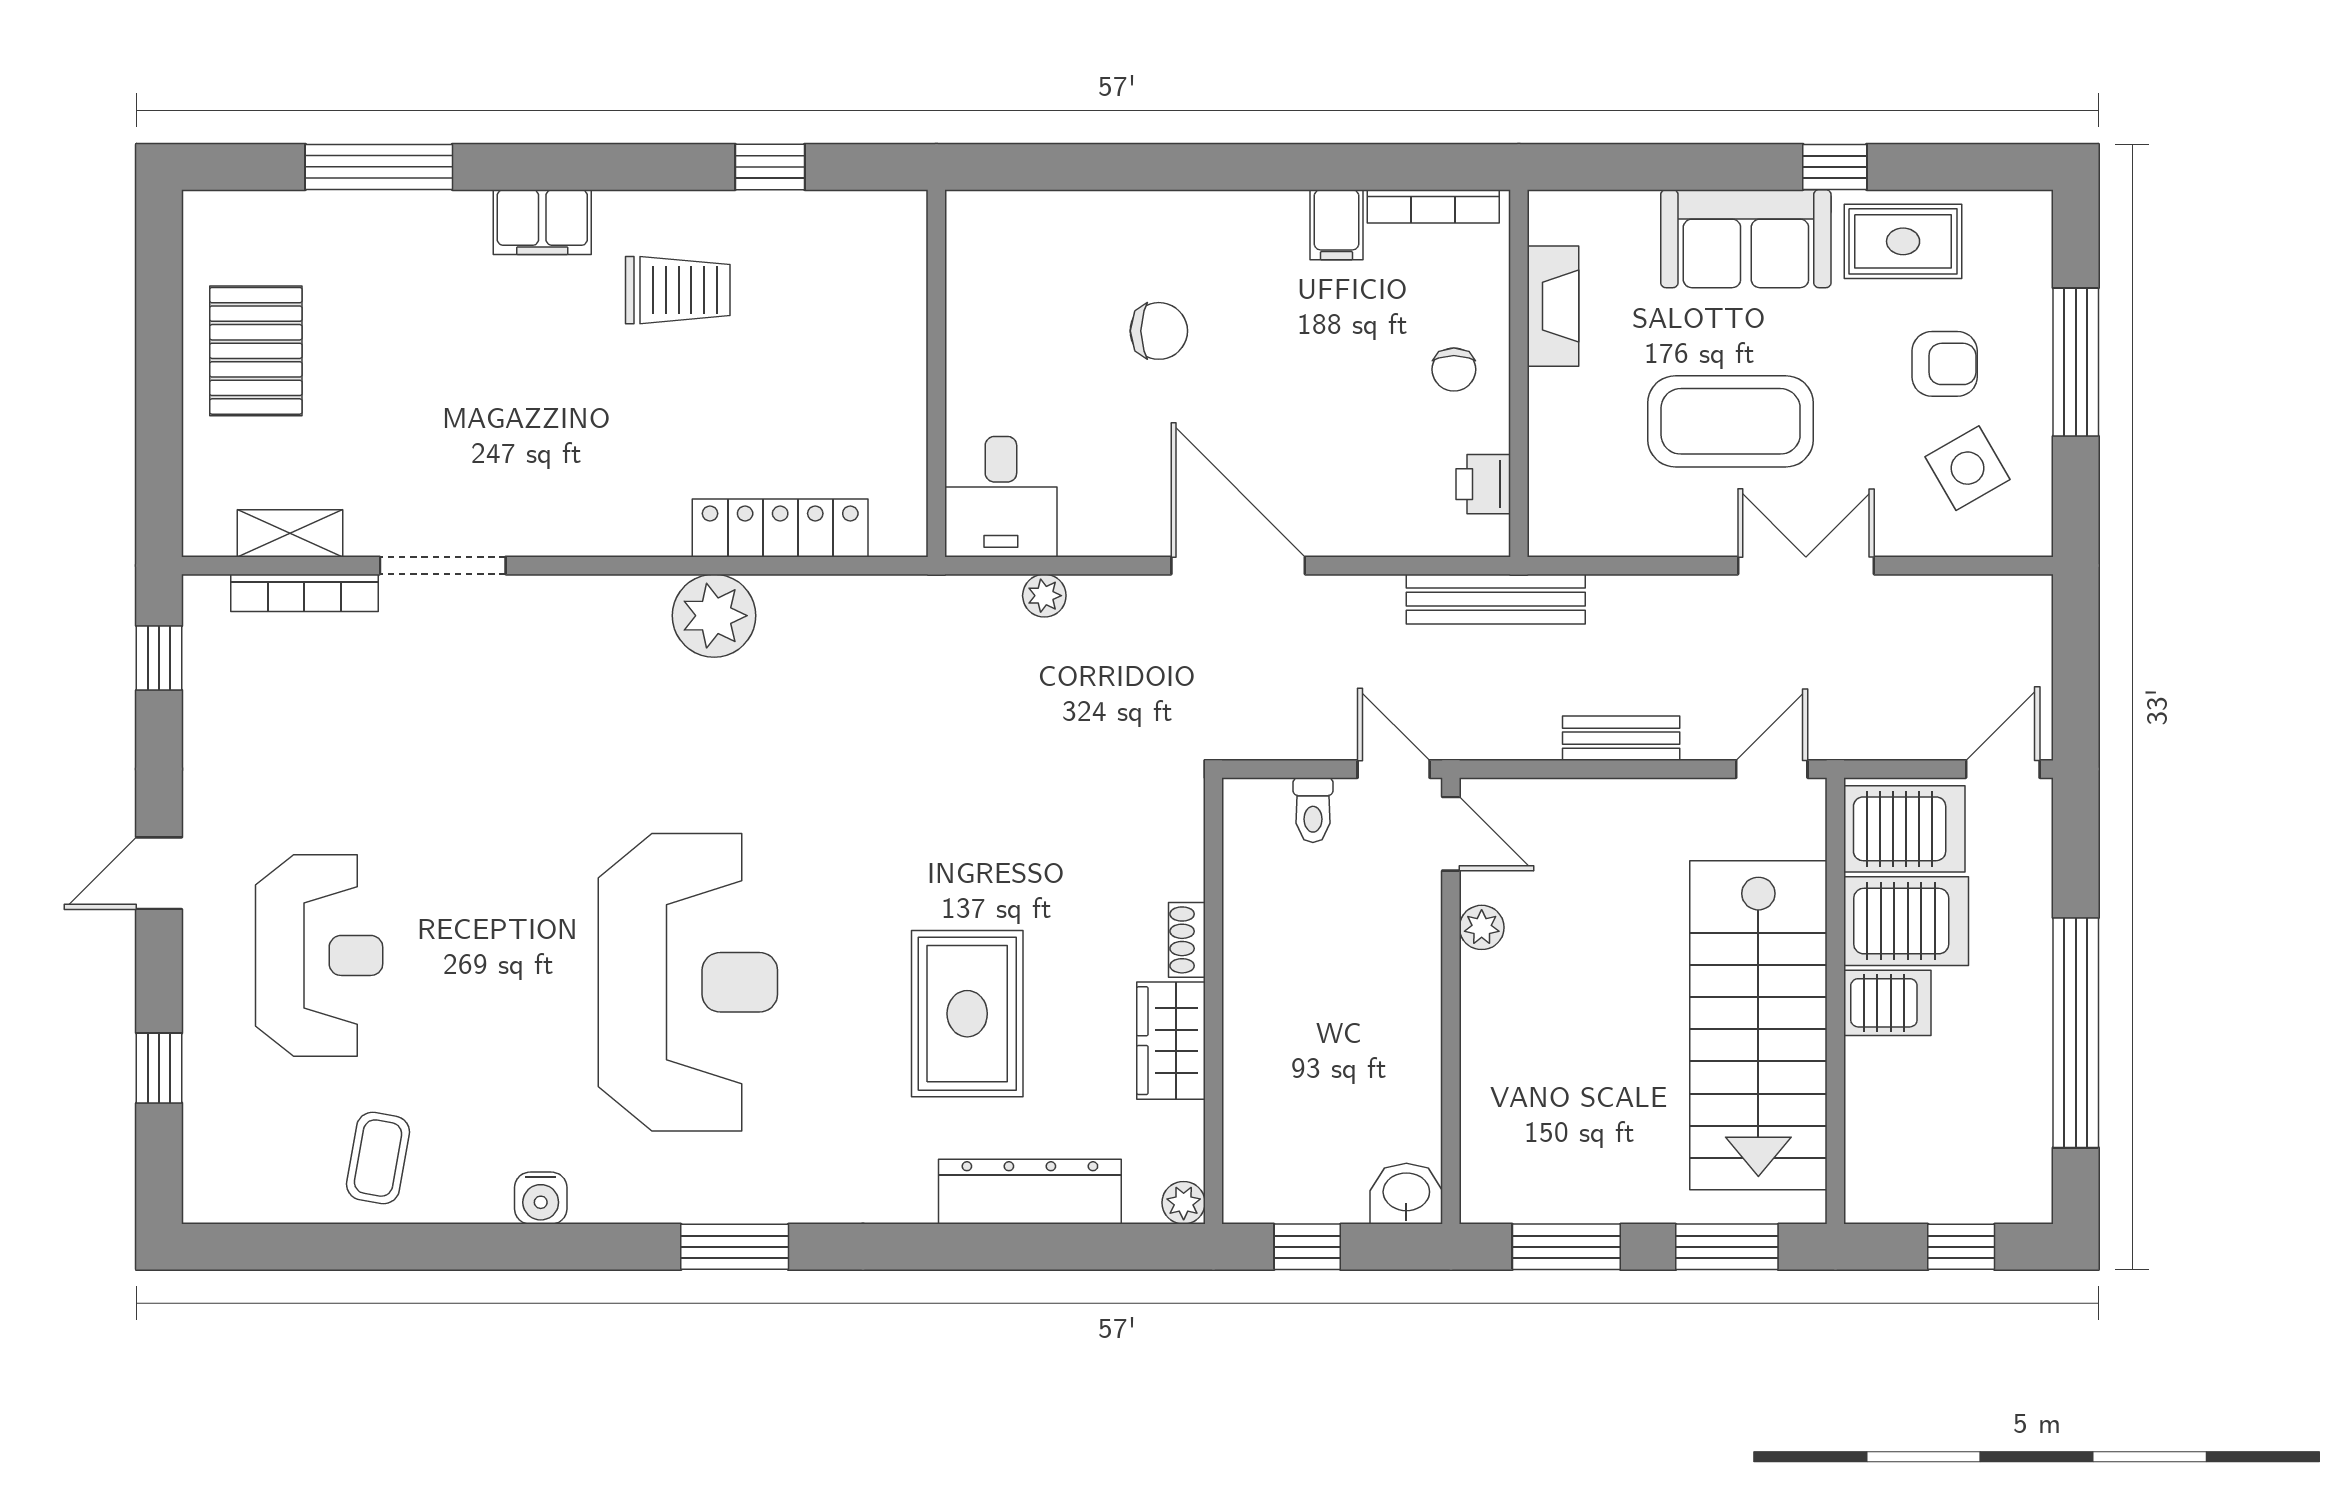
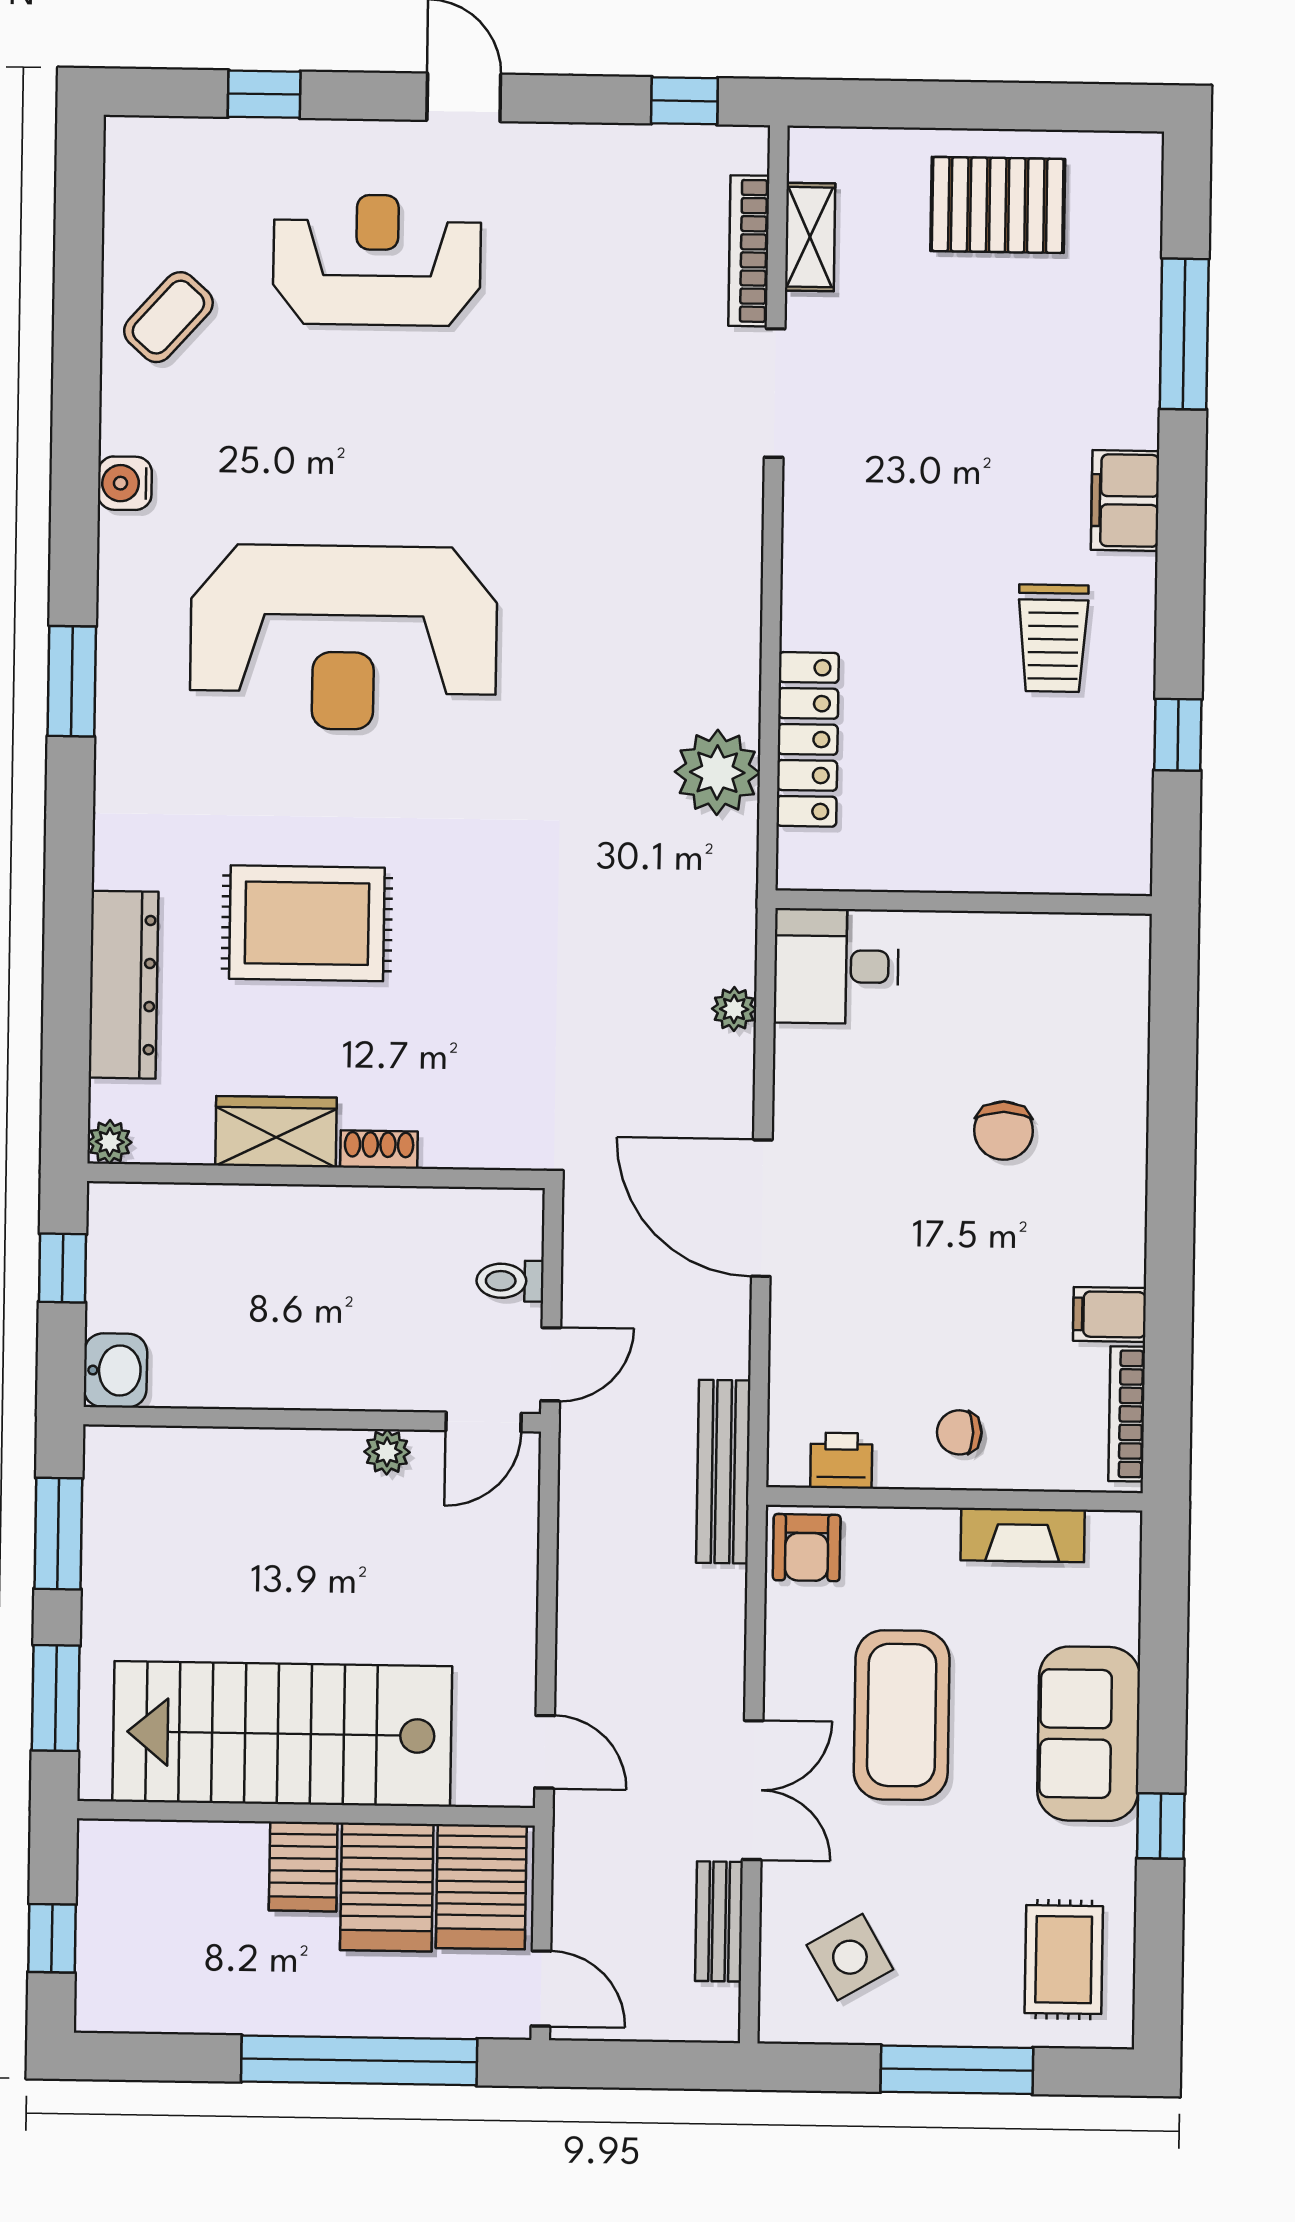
rug: (1903, 241) -> (1064, 1960), moved
armchair: (1945, 364) -> (807, 1548), moved
door: (1238, 566) -> (762, 1208), swing flipped
plant: (714, 616) -> (717, 772), moved
bench: (1621, 738) -> (719, 1921), moved
reception desk: (319, 955) -> (377, 260), turned 180
window: (2076, 1033) -> (359, 2060), moved
coffee table: (378, 1158) -> (168, 317), turned -58

